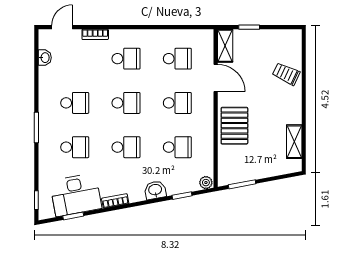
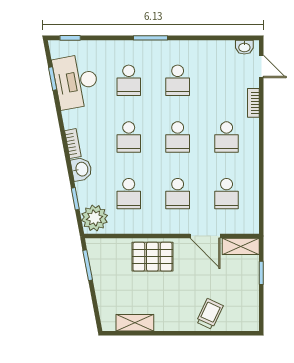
washbasin: (45, 58) -> (244, 47), moved
door: (216, 78) -> (205, 236), hinge flipped
plant: (206, 183) -> (95, 218), width x1.88, depth x1.88
bookcase: (115, 201) -> (73, 144), moved

